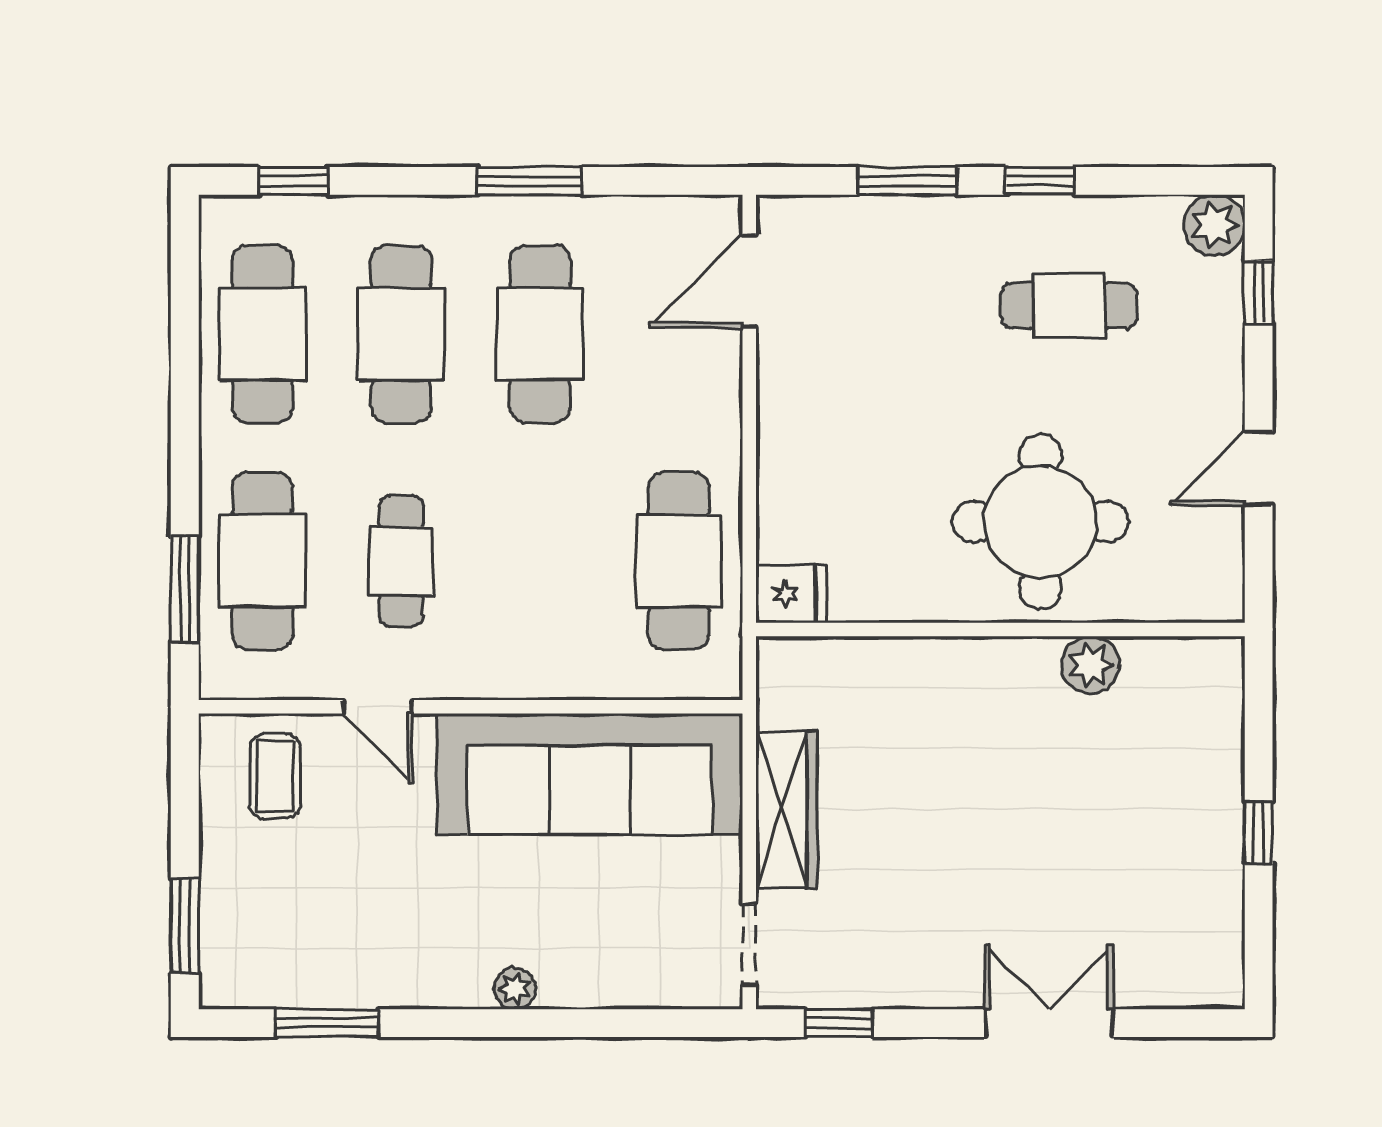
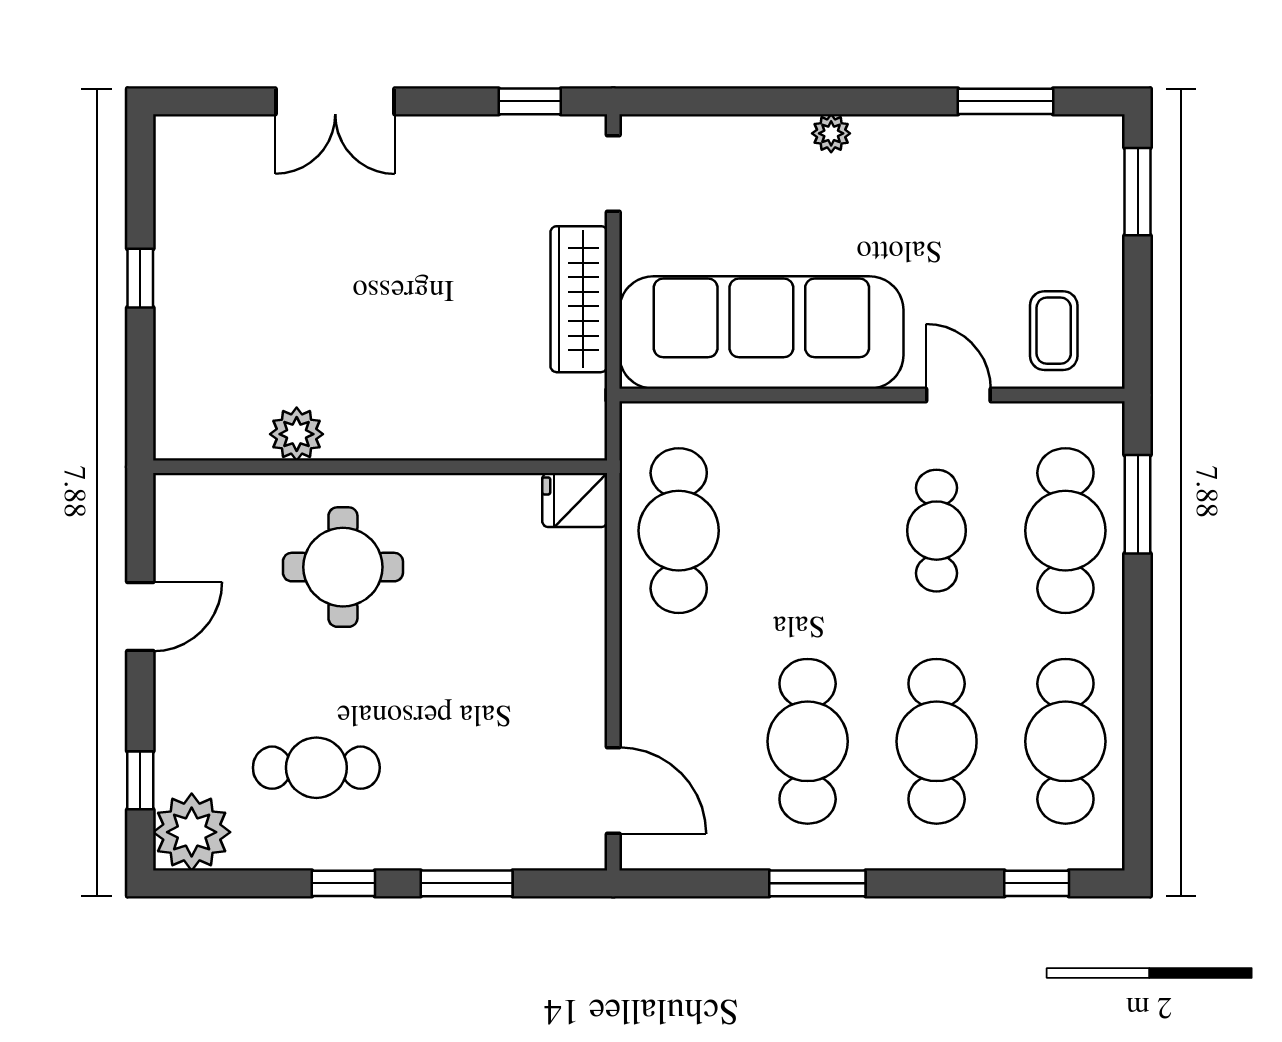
plant: (1214, 225) -> (192, 832), width x1.36, depth x1.36
door: (749, 281) -> (613, 791), hinge flipped
round table: (1040, 522) -> (343, 567), width x0.73, depth x0.73

